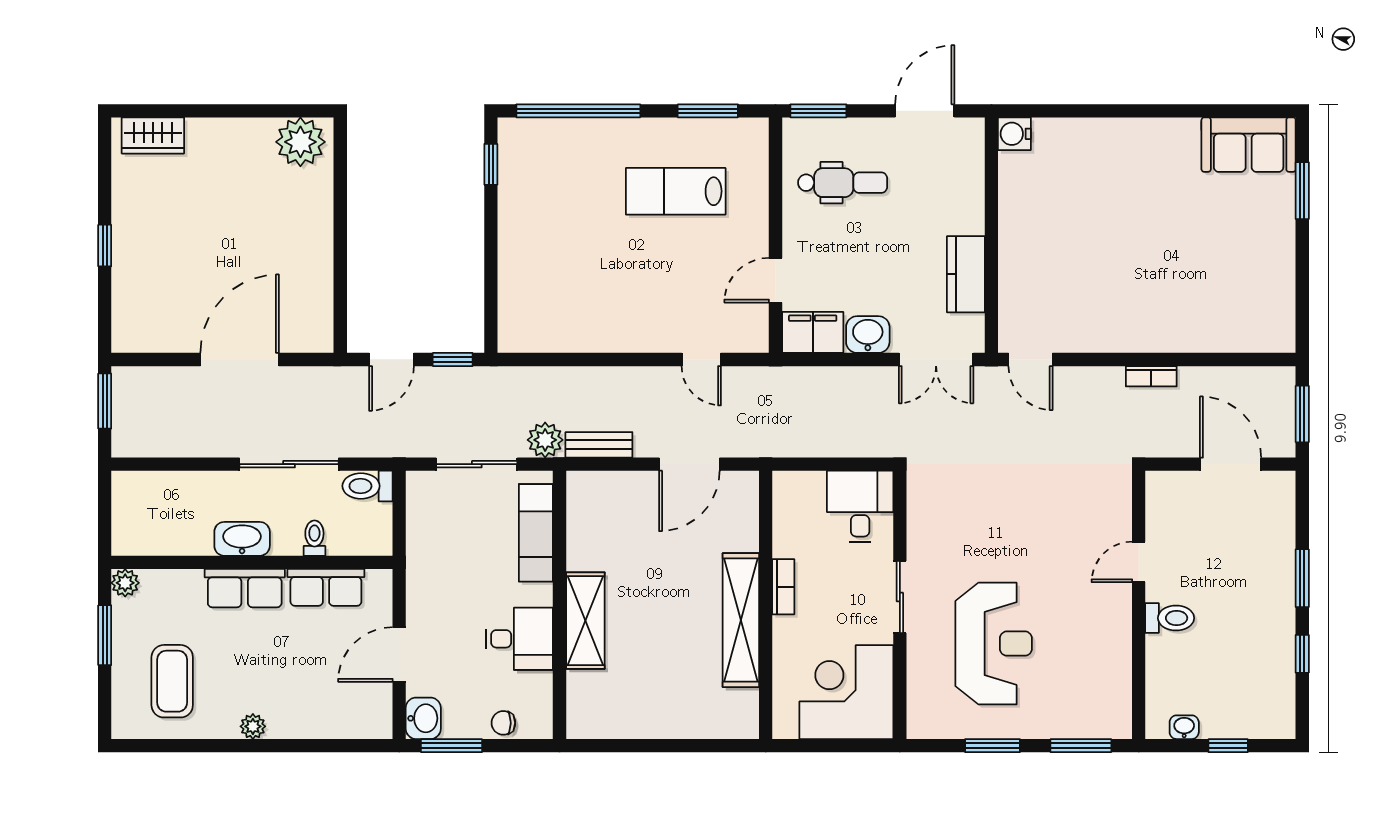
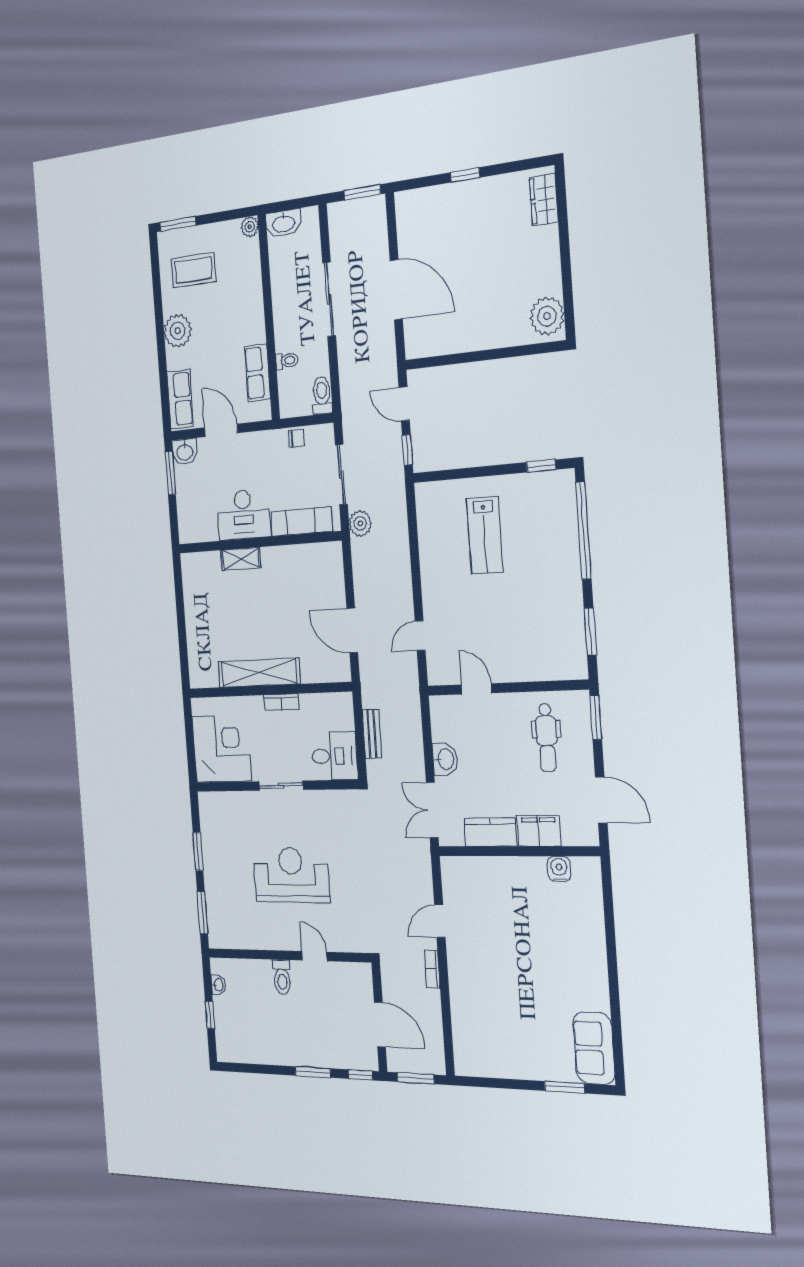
water cooler: (1014, 134) -> (559, 869), moved
lab bench: (676, 191) -> (485, 535), moved, turned 180
filing cabinet: (813, 332) -> (539, 831), moved, turned -90
door: (1031, 359) -> (440, 921), moved
bench: (599, 445) -> (372, 734), moved
sliding door: (289, 464) -> (329, 299), moved
door: (1231, 464) -> (380, 1024), hinge flipped
washbasin: (242, 539) -> (283, 223), moved, turned 90
row of seats: (245, 588) -> (180, 399), moved, turned 180
shelving: (585, 621) -> (241, 559), width x0.67, depth x0.75
window: (105, 635) -> (178, 224), moved
desk: (519, 639) -> (243, 515), width x1.37
reception desk: (994, 644) -> (291, 875), moved, turned 180
window: (1302, 654) -> (360, 1075), moved
chair: (503, 723) -> (296, 438), moved, turned 90
plant: (253, 726) -> (178, 331), width x1.88, depth x1.88

